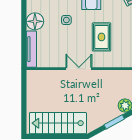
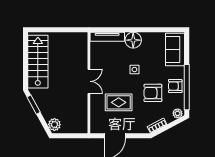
window: (114, 122) -> (34, 105), moved

